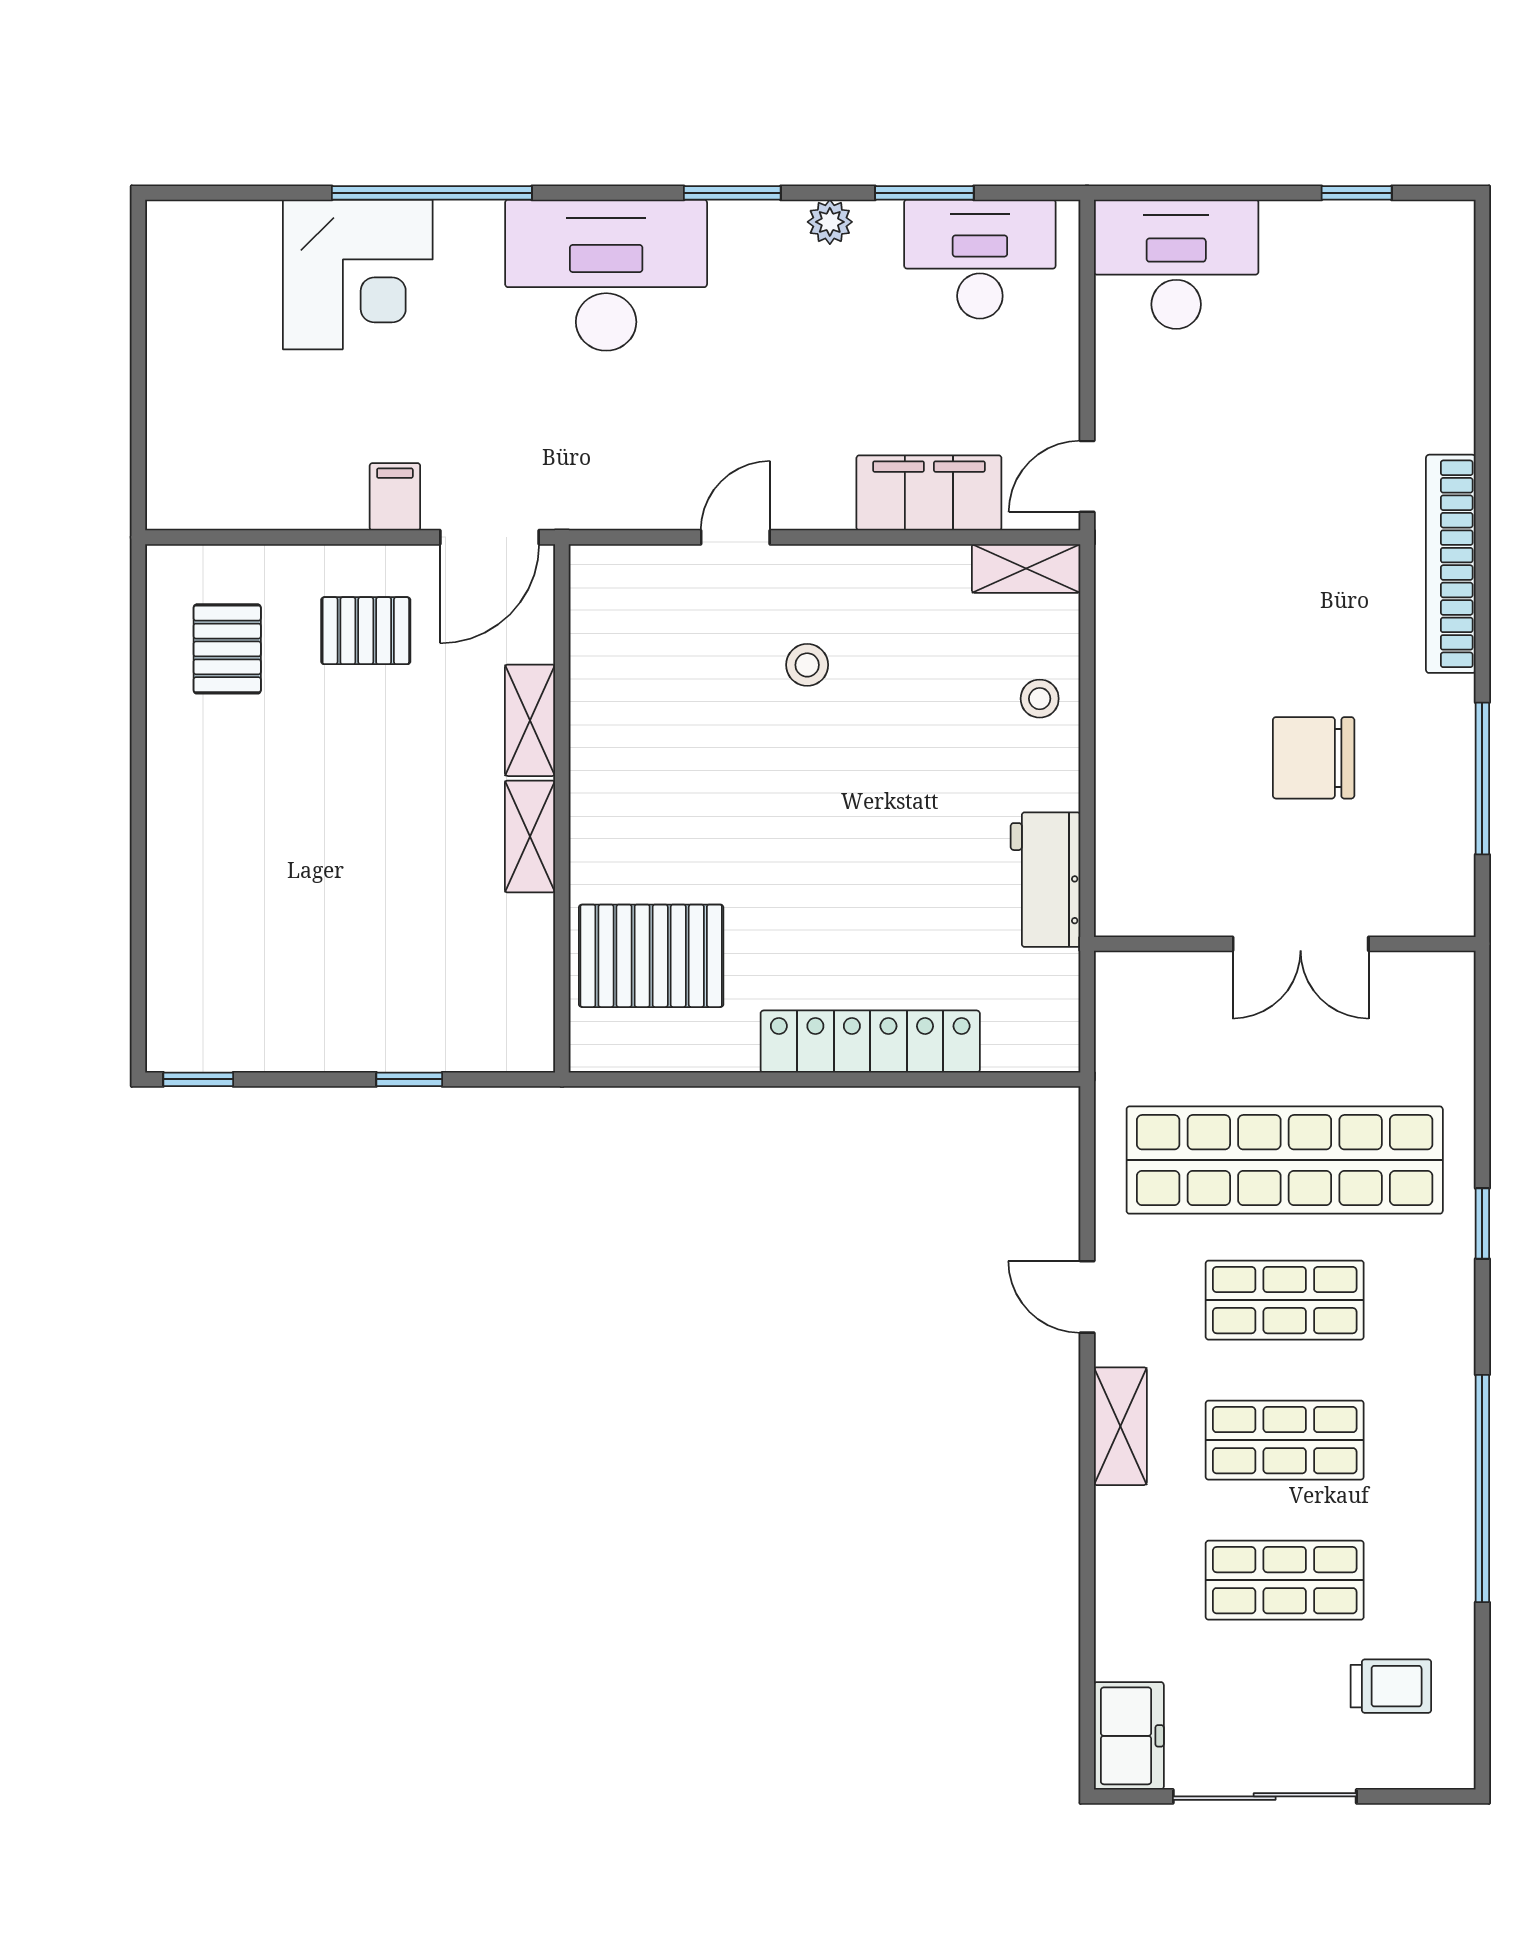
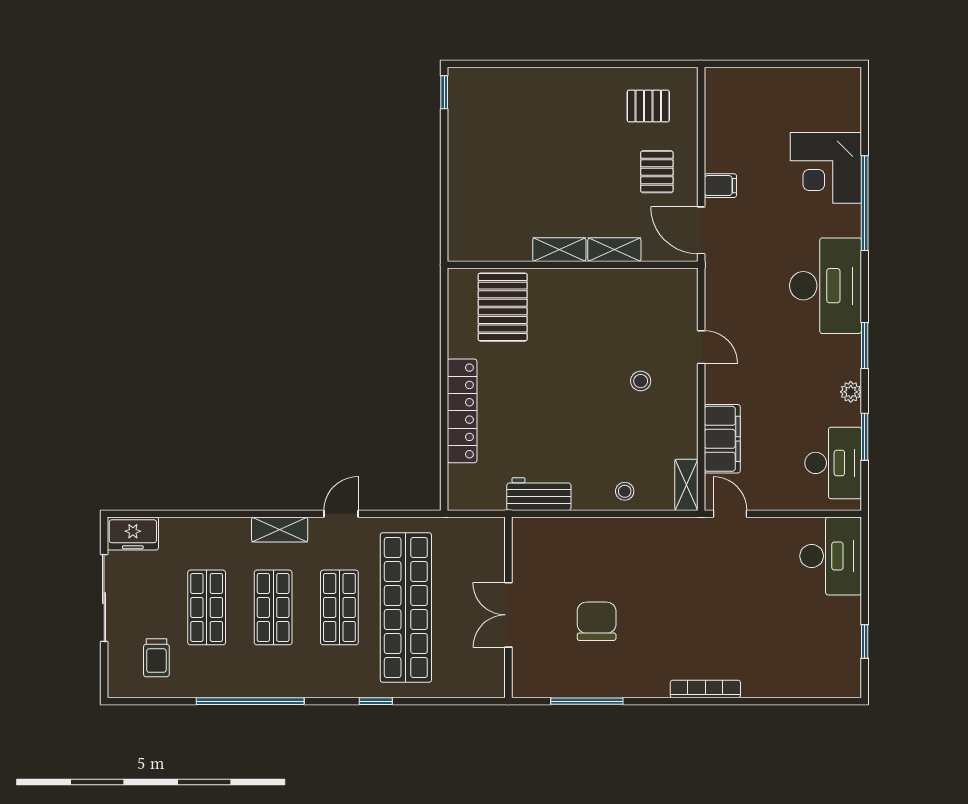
bookcase: (1451, 564) -> (705, 689), width x0.68, depth x0.76
window: (409, 1079) -> (444, 192), removed

